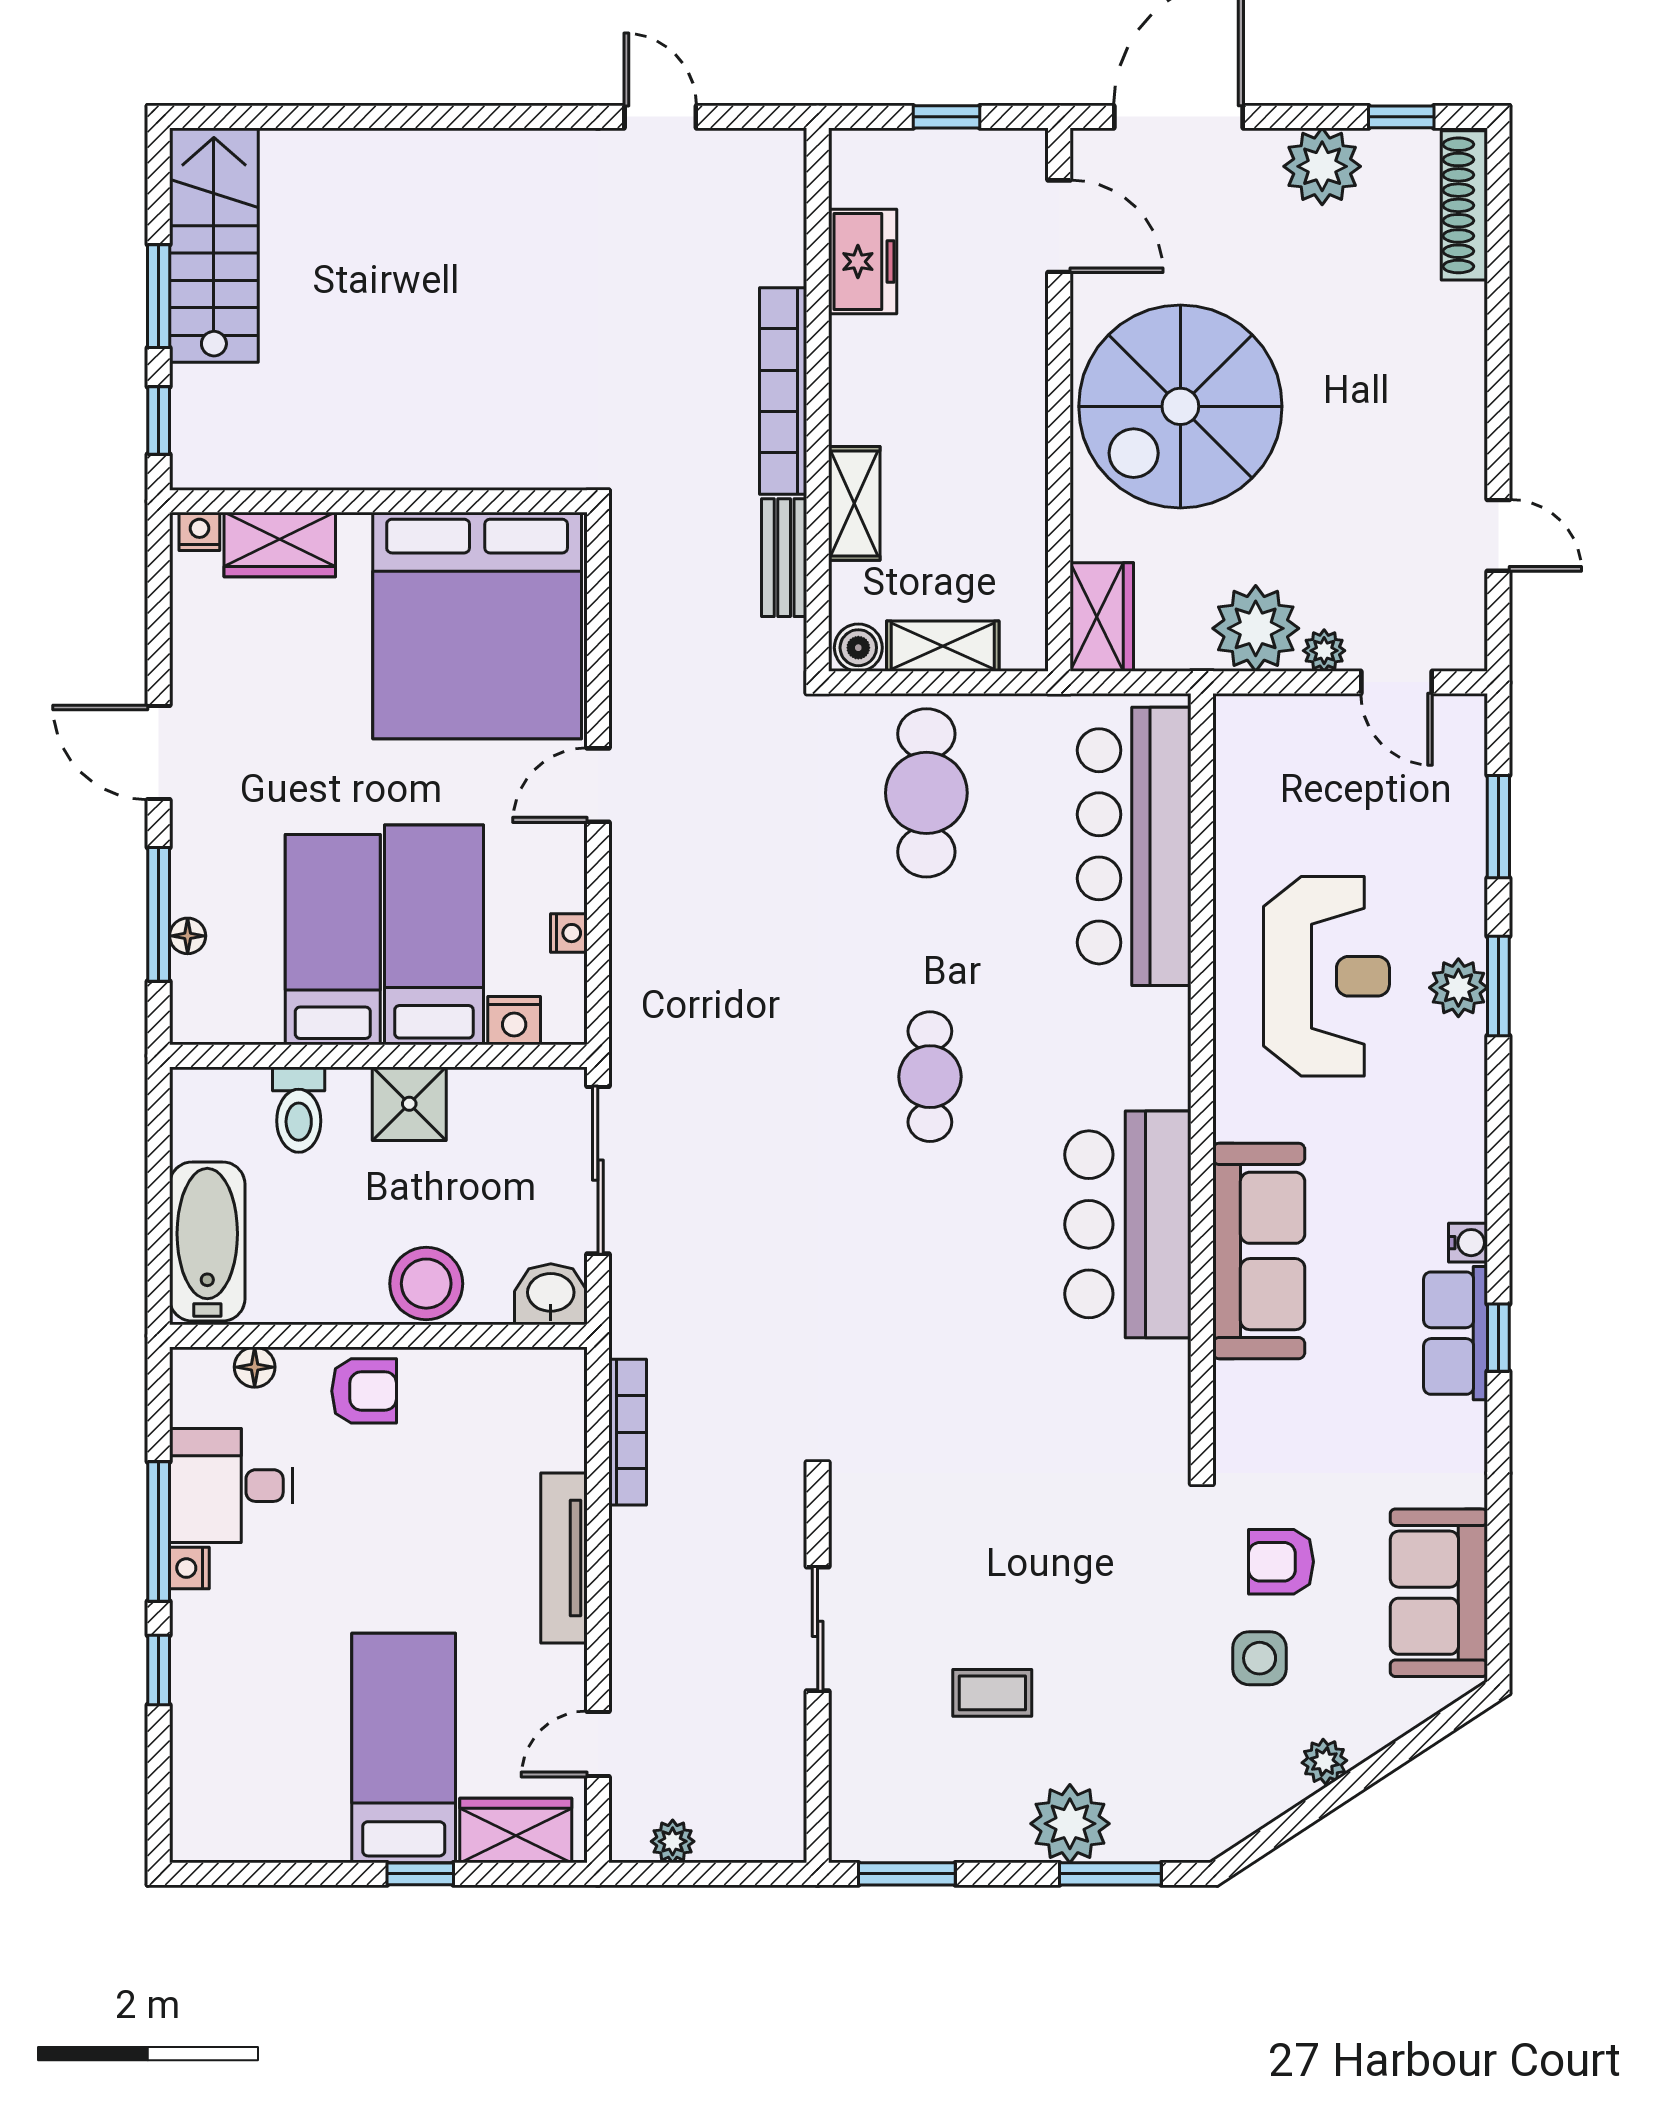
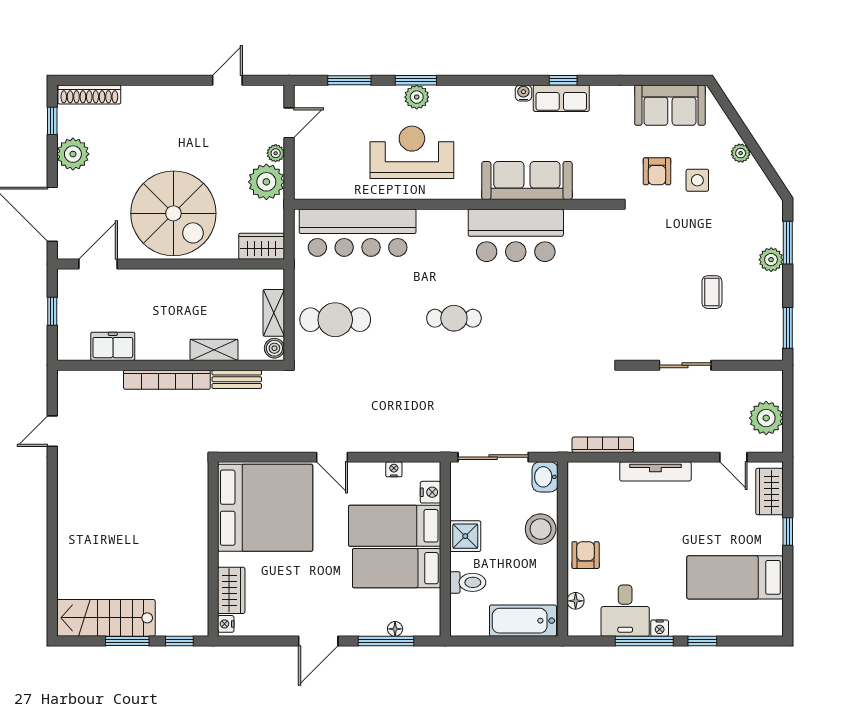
bed: (404, 1748) -> (735, 577), moved
plant: (1070, 1824) -> (771, 260), width x0.73, depth x0.73
plant: (673, 1841) -> (766, 418), width x1.88, depth x1.88

